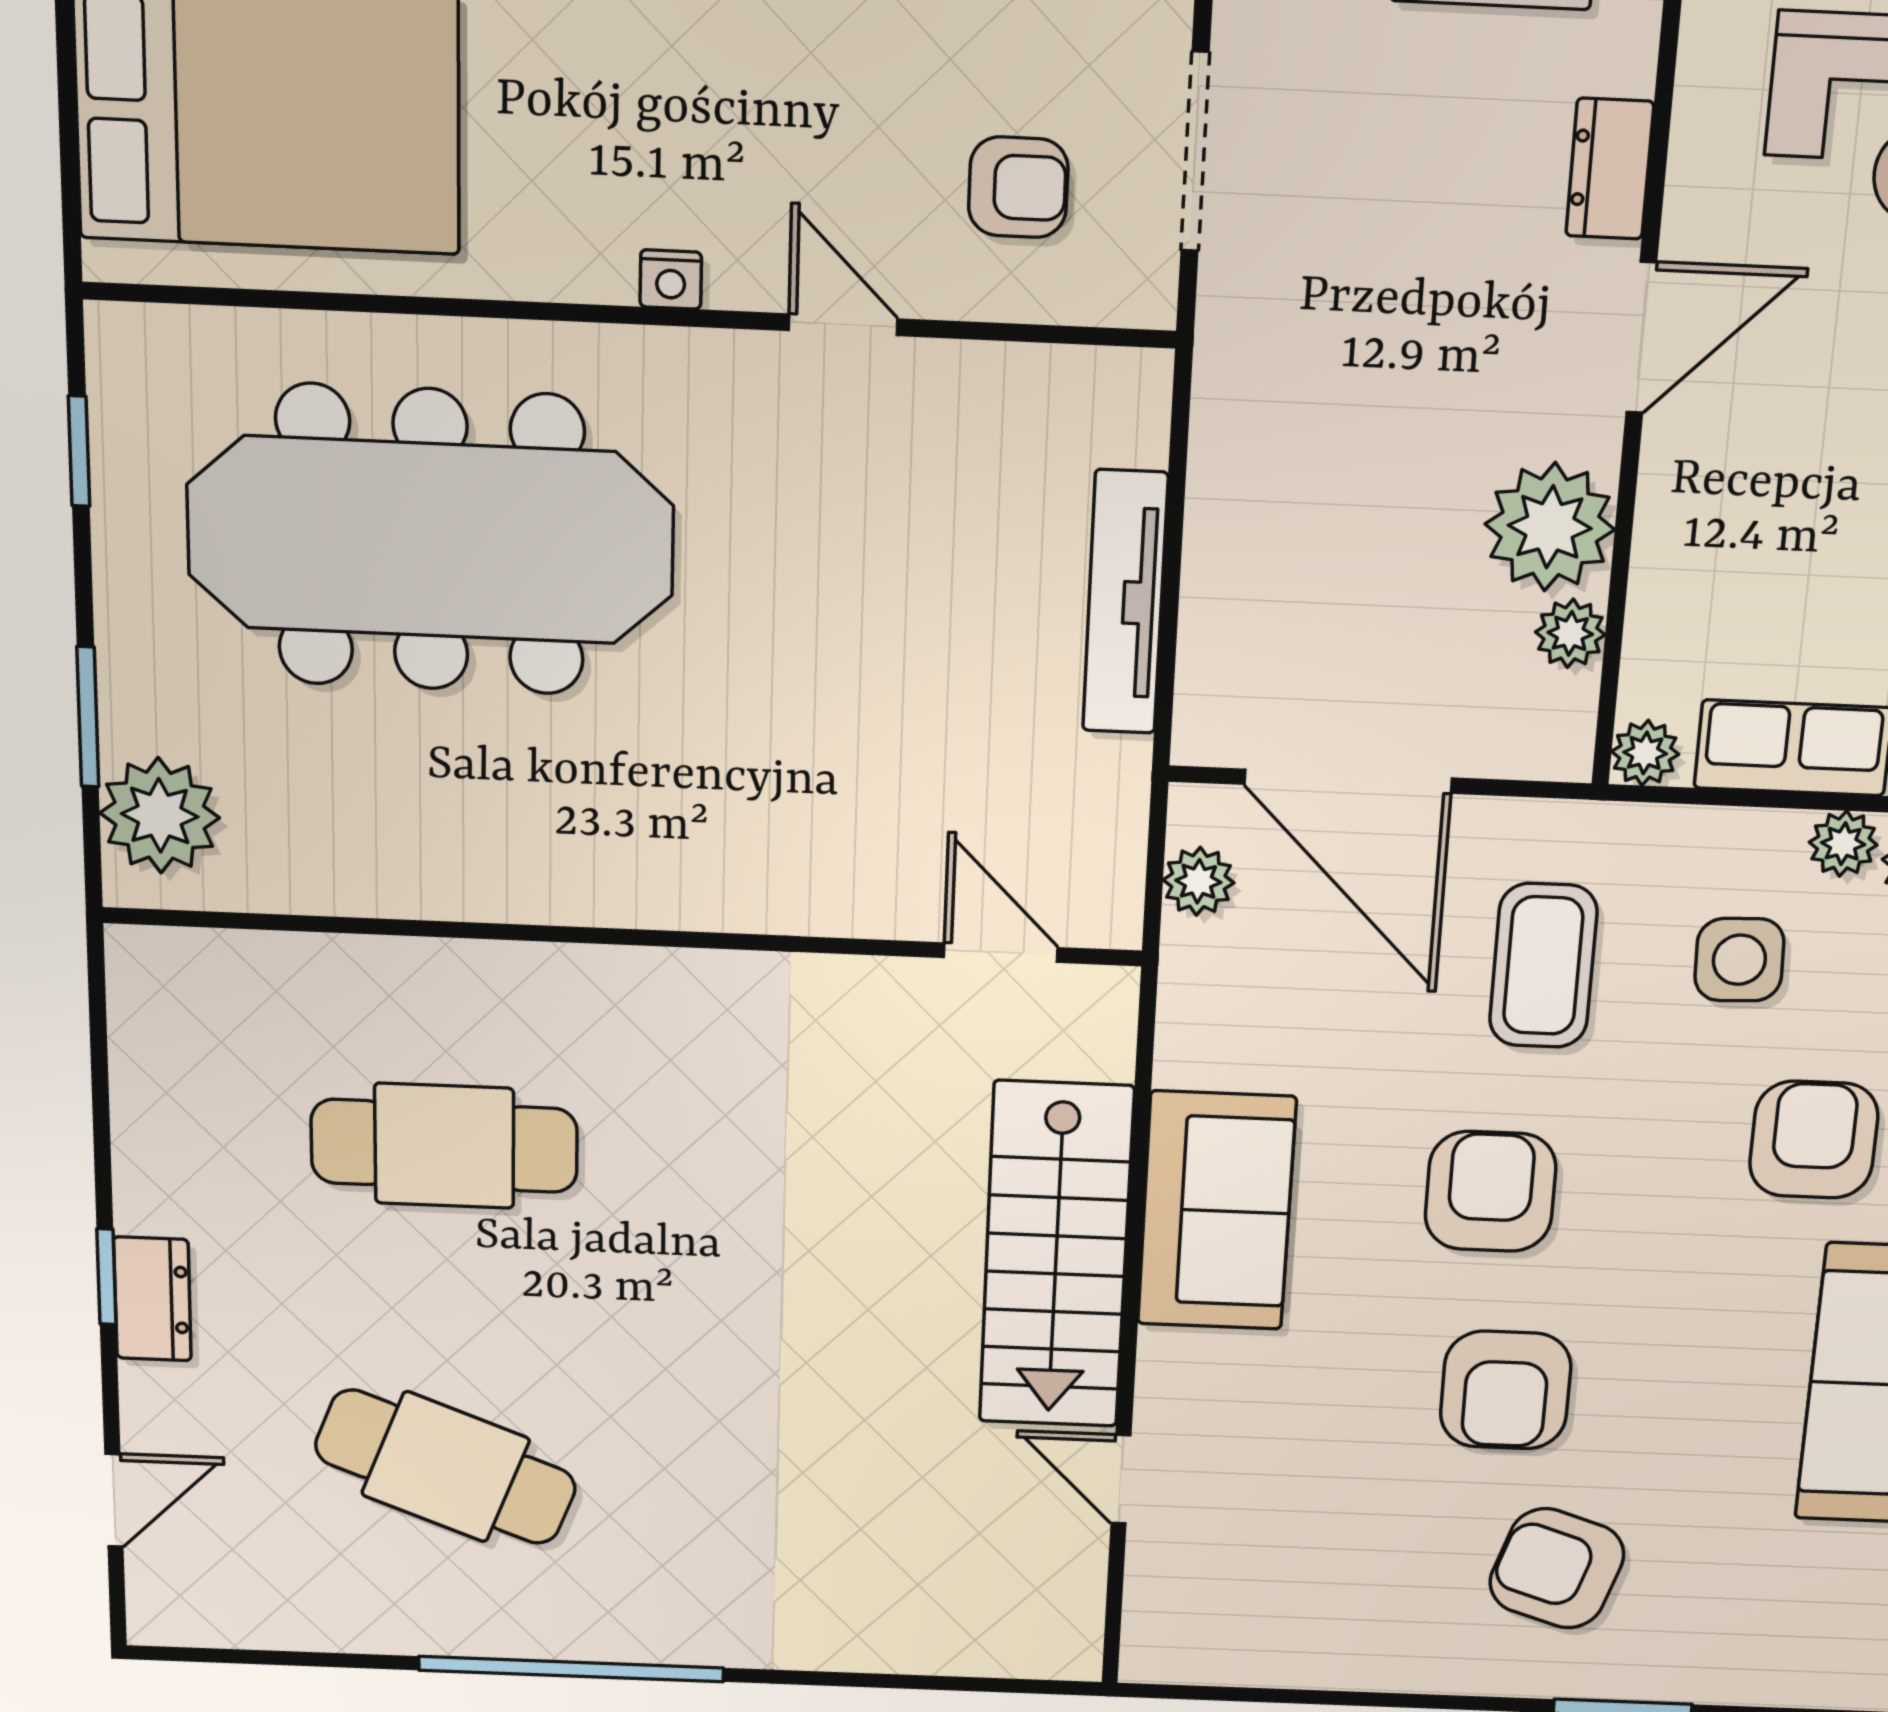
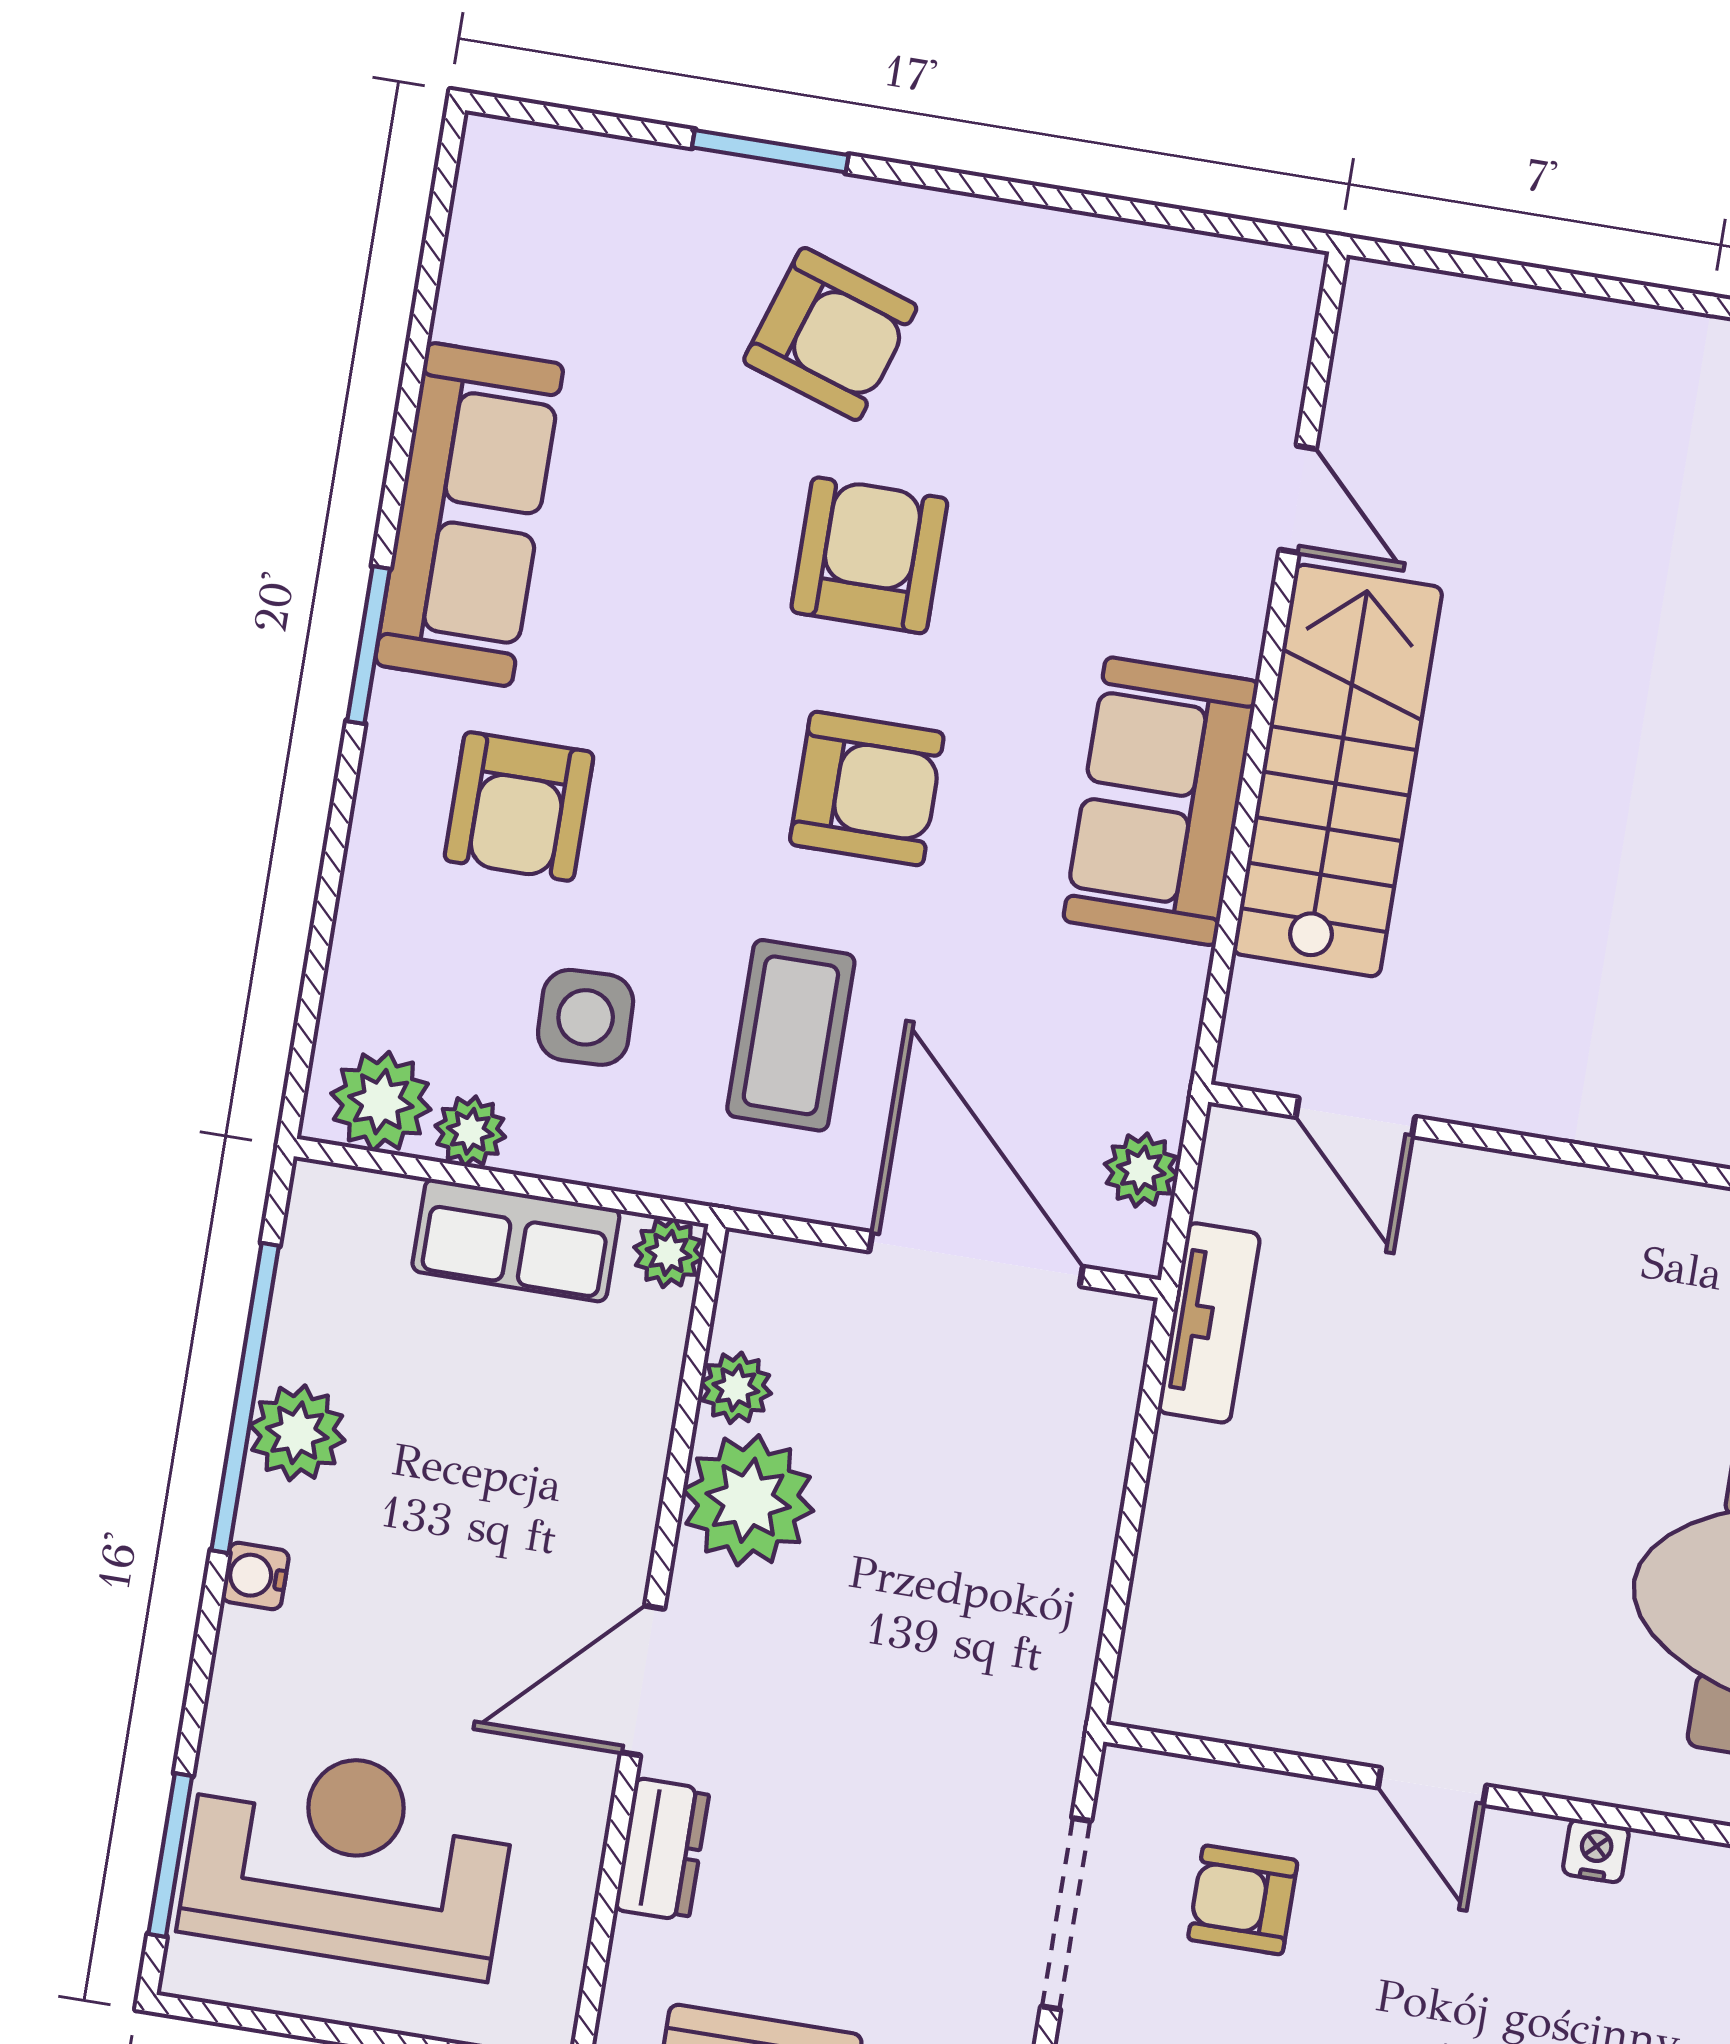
tv unit: (1125, 602) -> (1209, 1323), moved, width x0.71
armchair: (1490, 1191) -> (867, 789), turned -90

